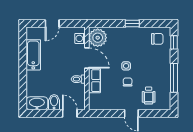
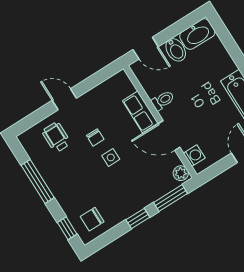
window: (107, 24) -> (170, 198), added
plant: (98, 38) -> (181, 173), width x0.53, depth x0.53

